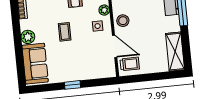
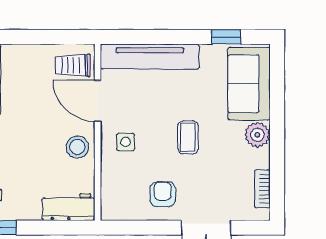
plant: (104, 10) -> (110, 170), removed
tv unit: (89, 73) -> (150, 57), added
window: (72, 85) -> (226, 37), moved

